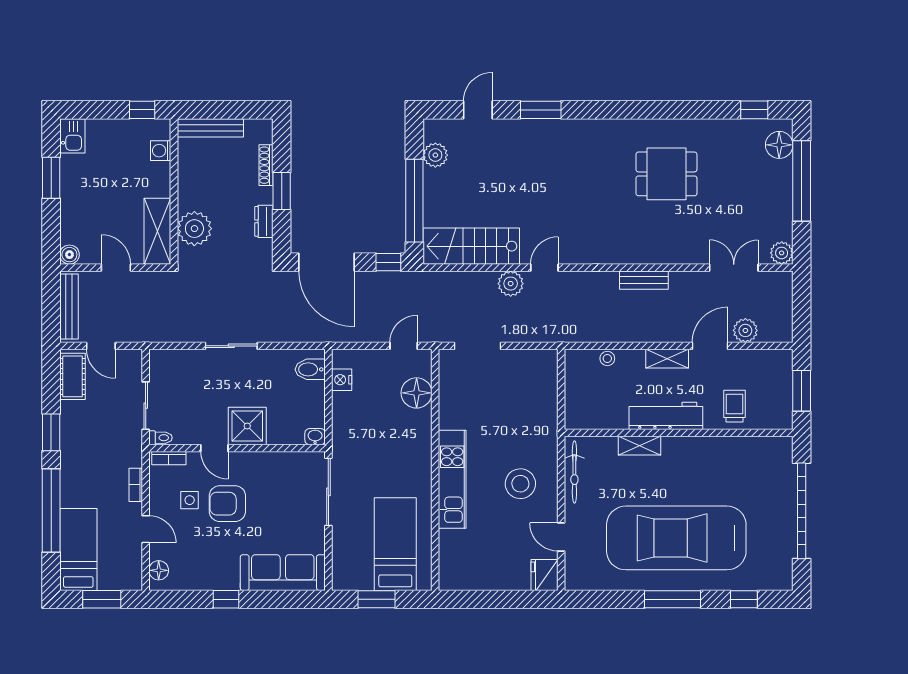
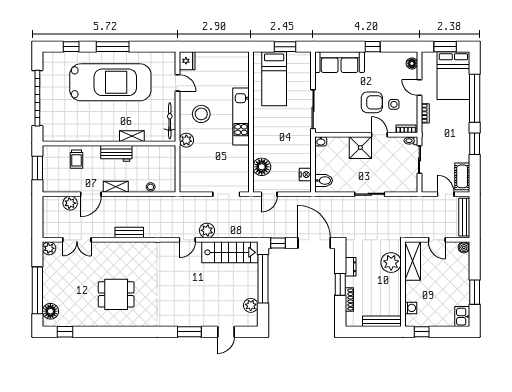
workbench: (666, 416) -> (116, 153), width x0.73
plant: (546, 439) -> (186, 140), added
bed: (78, 549) -> (453, 76), width x1.50

